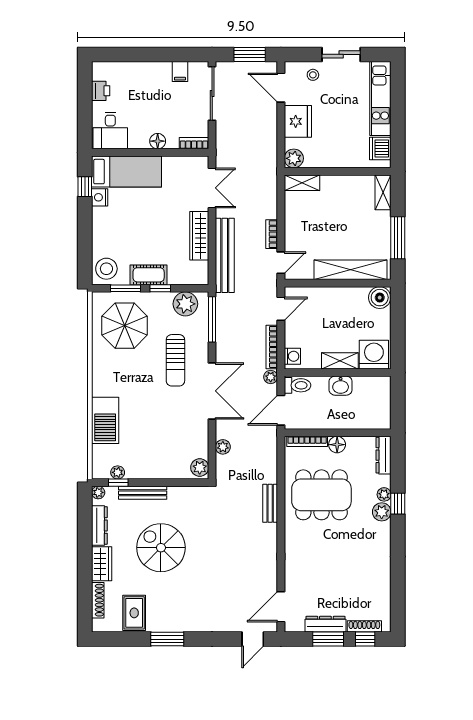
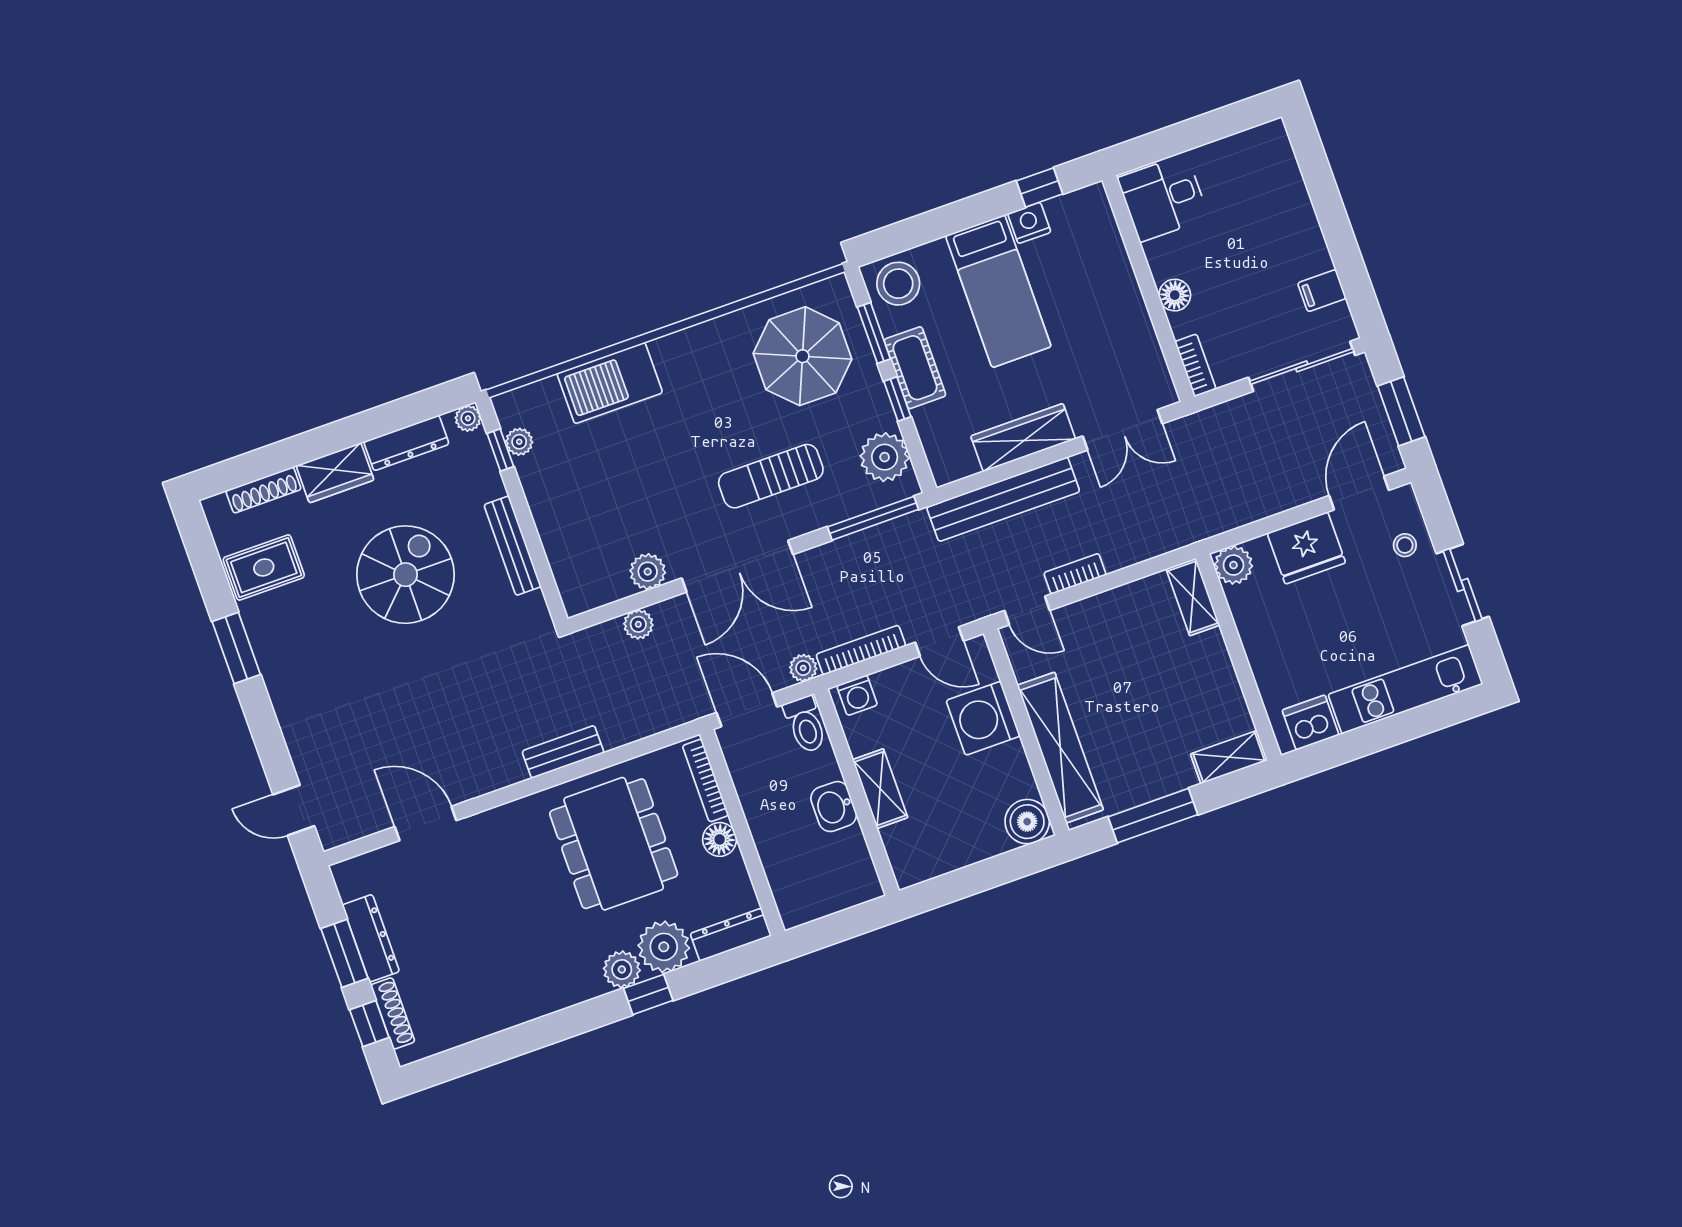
printer: (101, 91) -> (1232, 153), removed
bed: (127, 172) -> (998, 291), moved
washing machine: (374, 355) -> (983, 718), moved, turned 180
plant: (200, 468) -> (648, 572), moved
bench: (143, 493) -> (513, 546), moved
plant: (384, 494) -> (664, 947), width x1.88, depth x1.88
door: (281, 607) -> (425, 824), moved

